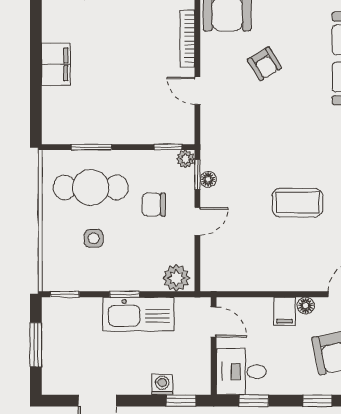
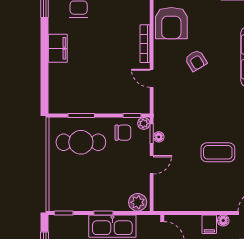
filing cabinet: (56, 64) -> (58, 48), moved
chair: (154, 205) -> (123, 133), moved, turned 180
side table: (94, 238) -> (83, 176), removed

